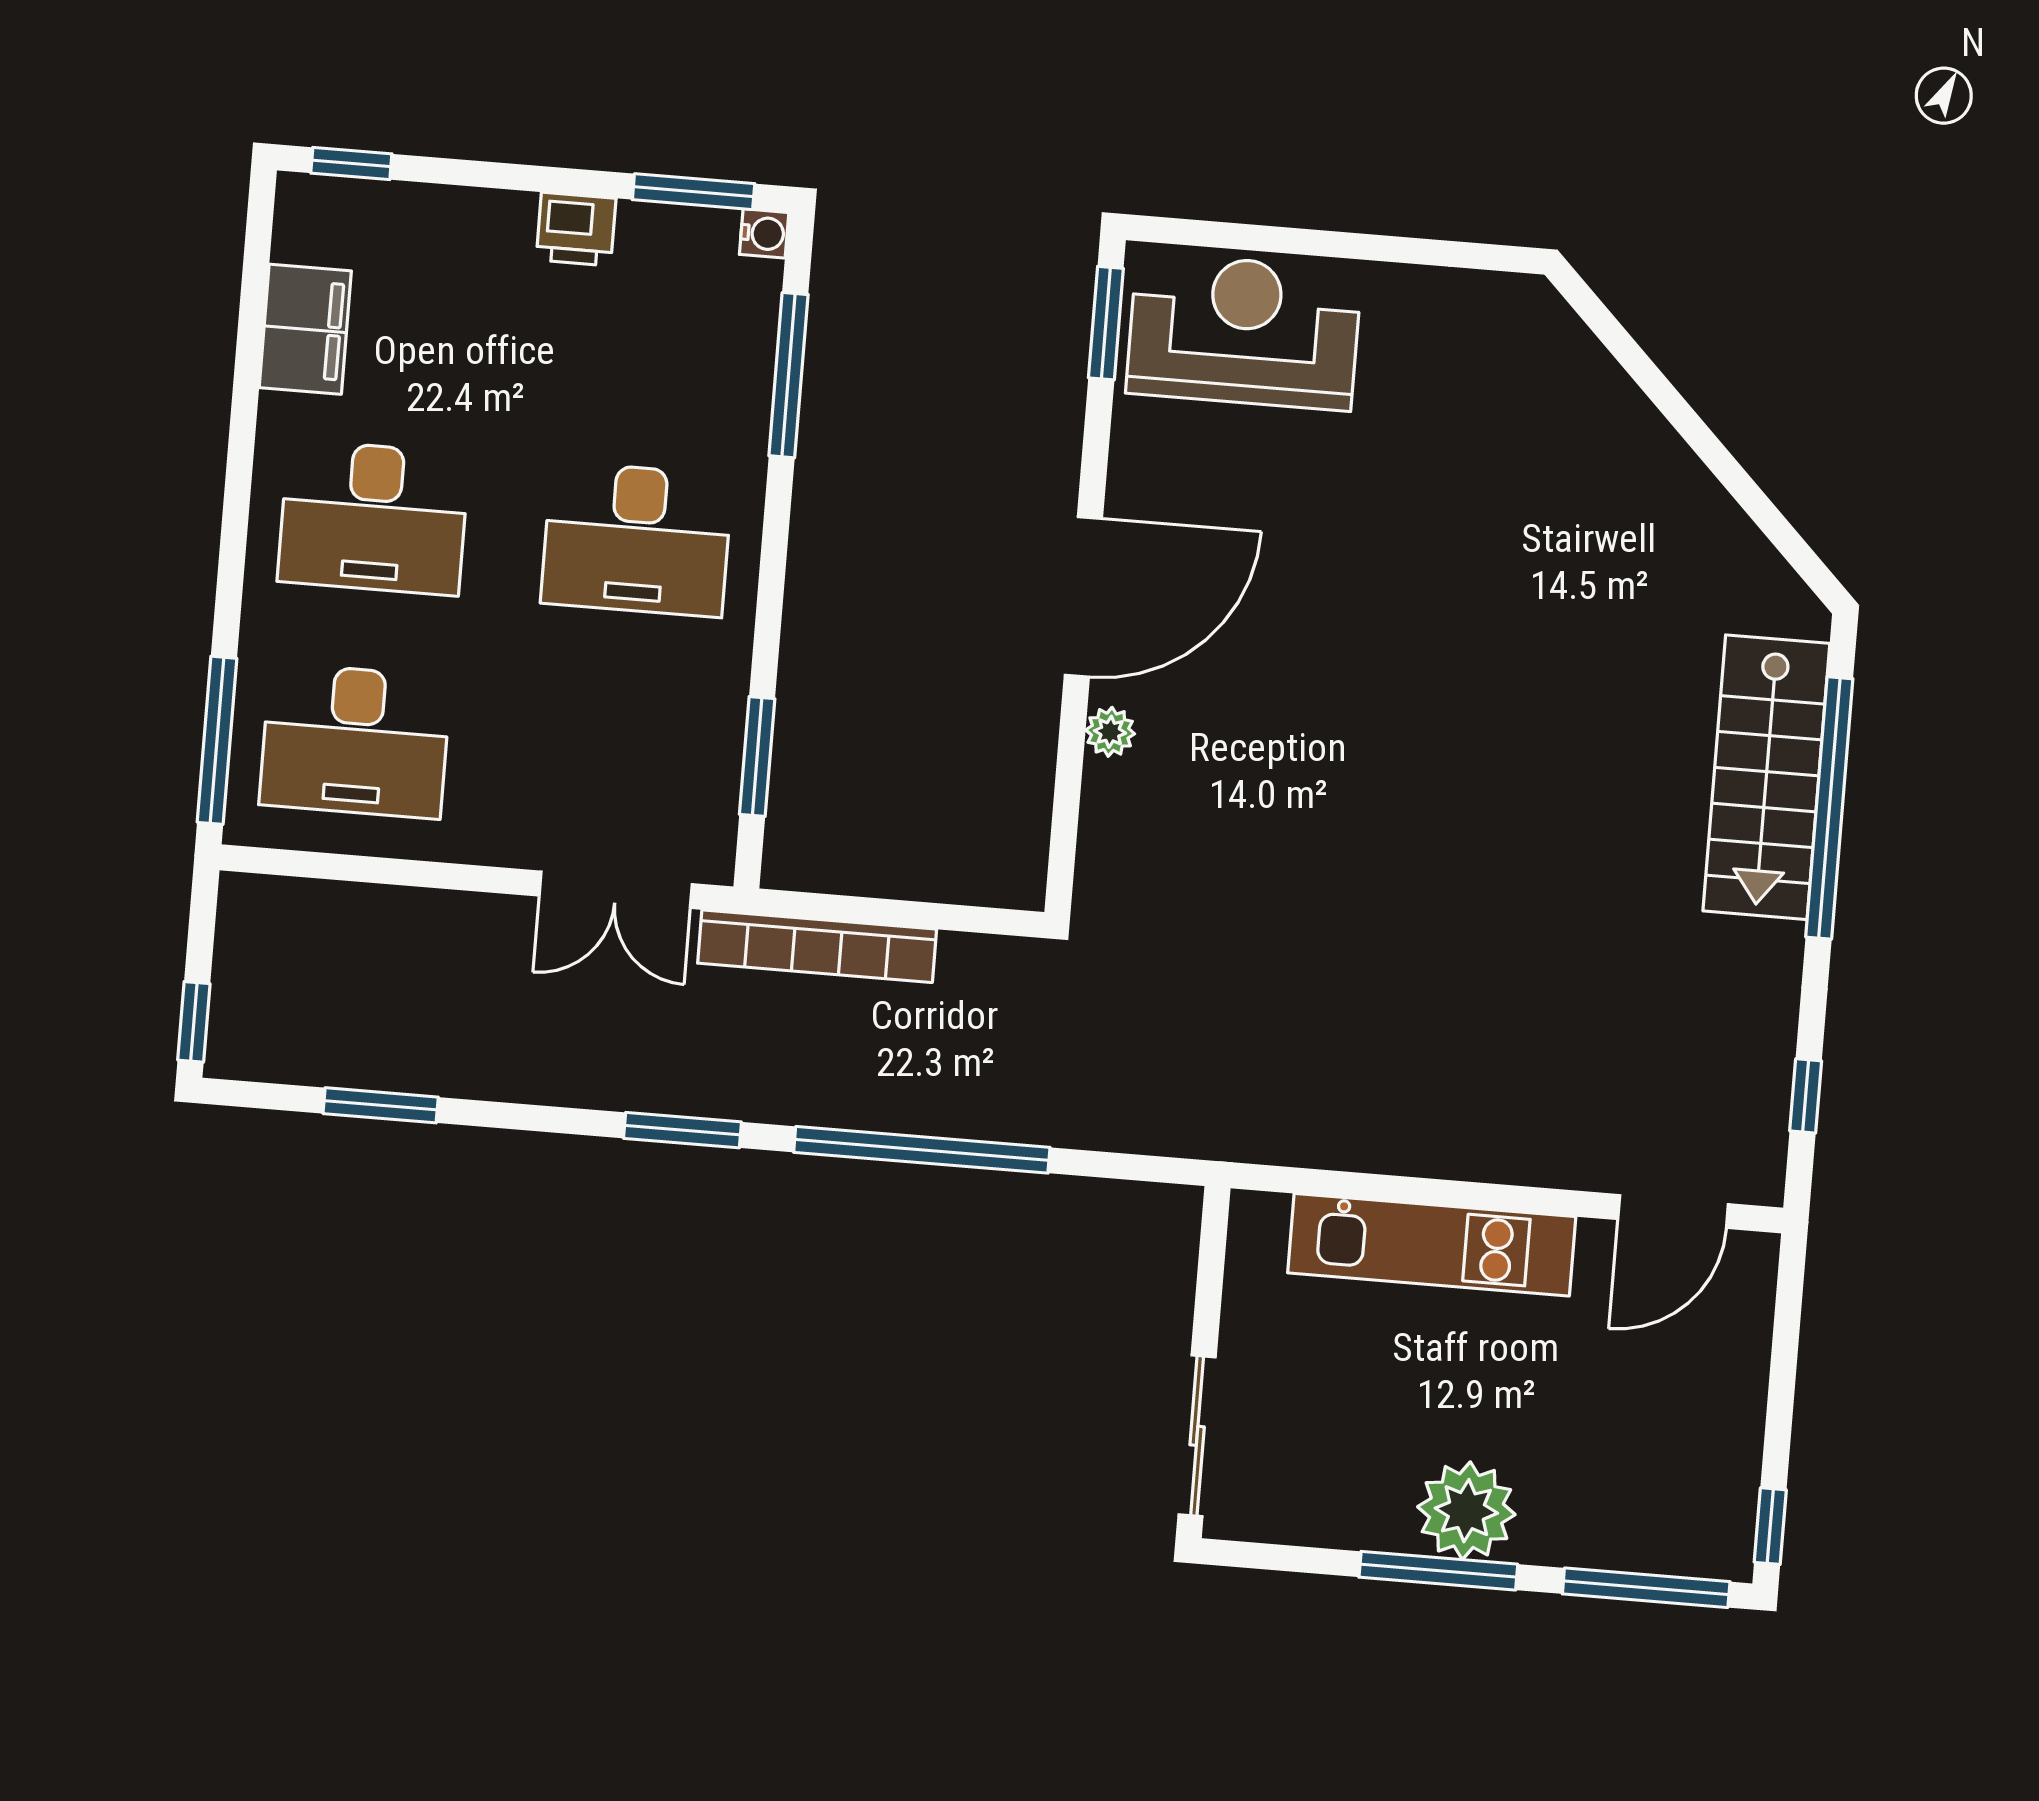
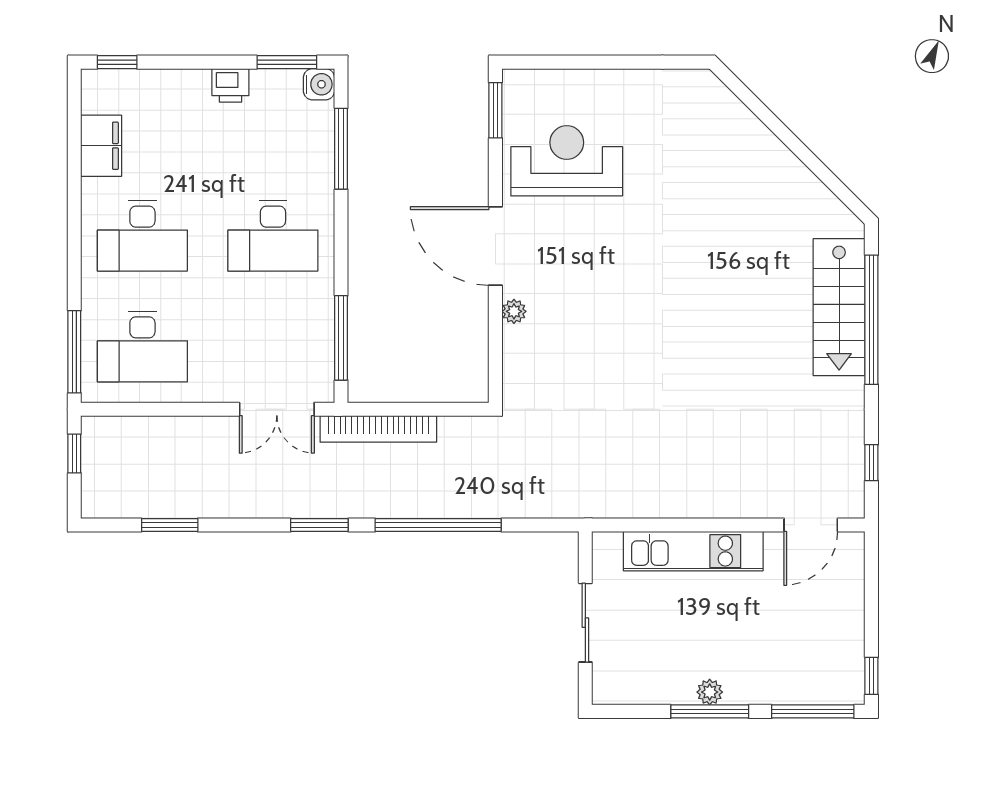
water cooler: (764, 233) -> (319, 84), width x1.38, depth x1.38
reception desk: (1244, 331) -> (567, 161), moved
door: (1083, 597) -> (495, 246), swing flipped
window: (757, 756) -> (341, 338), width x1.44
window: (194, 1022) -> (74, 453), moved
sliding door: (1197, 1436) -> (585, 623), moved
plant: (1466, 1511) -> (710, 692), width x0.53, depth x0.53

